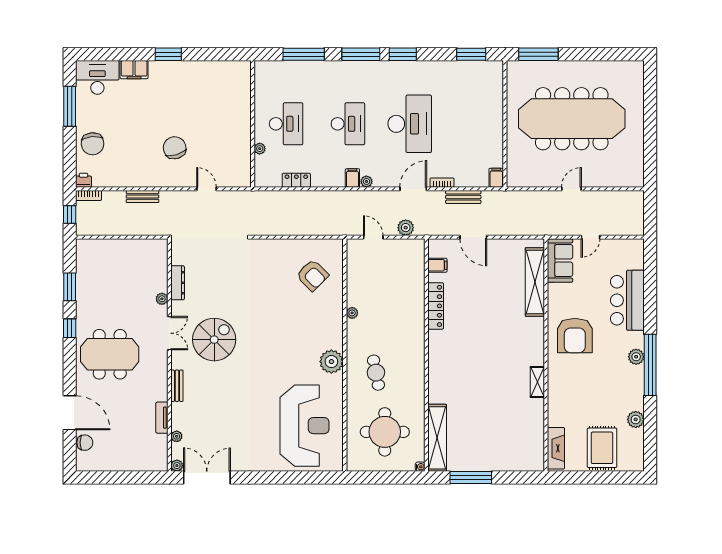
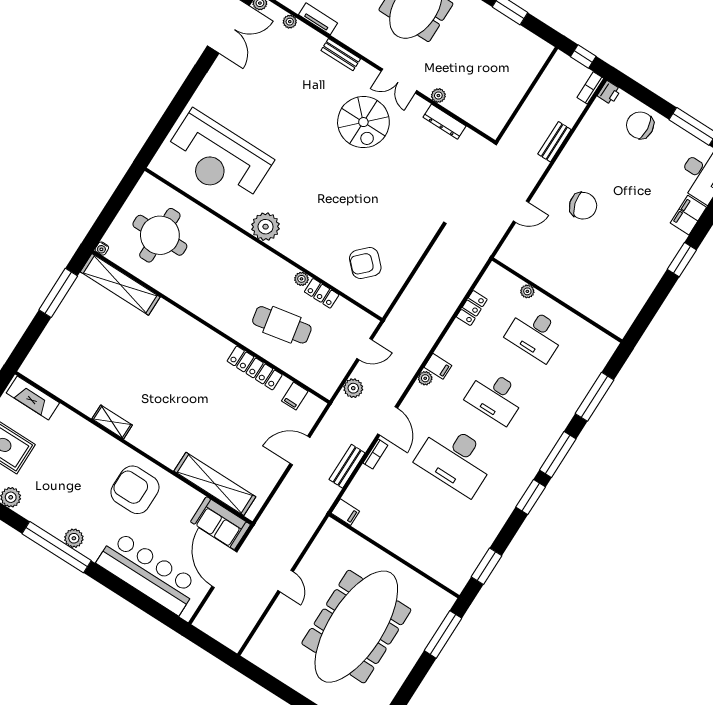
door: (590, 237) -> (224, 569), width x1.88
locker: (353, 292) -> (322, 293), added
bar counter: (627, 300) -> (148, 573), width x1.36
cafe table: (376, 373) -> (282, 325), moved, width x1.37, depth x1.35

